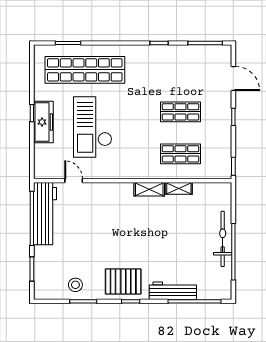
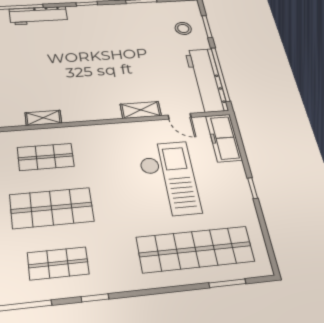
shop shelf: (180, 70) -> (58, 263), added
shop shelf: (180, 112) -> (52, 208), width x1.43, depth x1.36
freezer: (43, 122) -> (224, 138), moved
shelving: (149, 189) -> (141, 110), moved
pallet: (123, 281) -> (99, 21), removed
stool: (75, 285) -> (183, 28), moved

